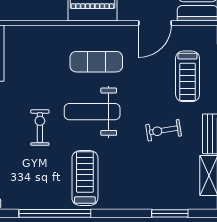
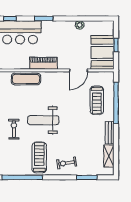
exercise mat: (96, 62) -> (26, 79), moved
exercise bike: (164, 130) -> (67, 163), moved

